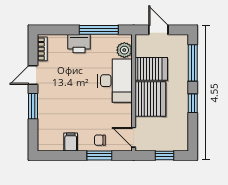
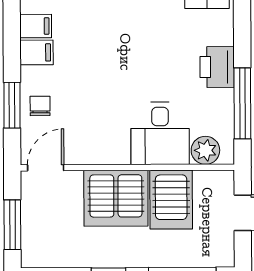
desk: (115, 81) -> (160, 133), width x0.73
filing cabinet: (56, 142) -> (36, 26), added
window: (165, 155) -> (12, 225), width x1.50

